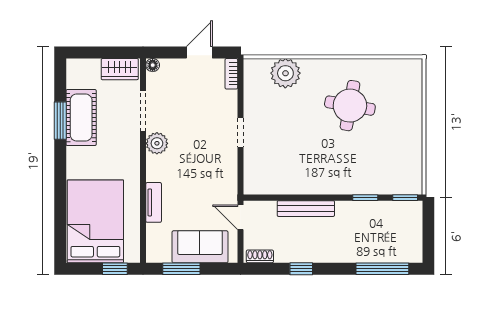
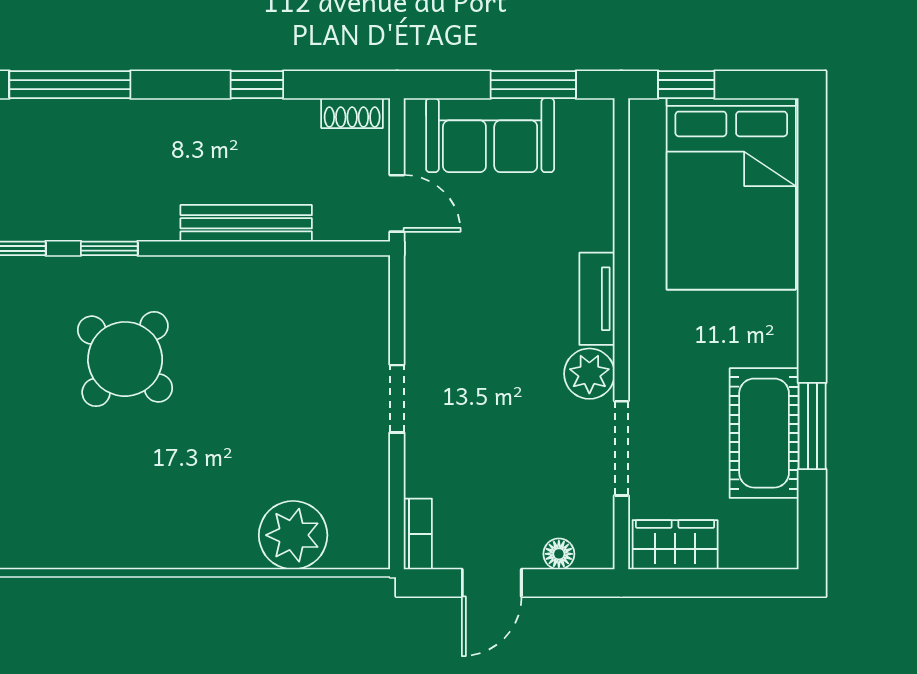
floor lamp: (153, 65) -> (559, 554), moved
round table: (350, 106) -> (125, 359), moved, turned 31
tv unit: (154, 202) -> (597, 299), moved

